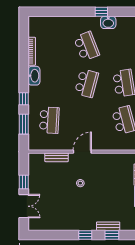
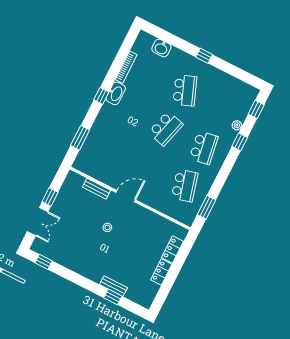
window: (101, 12) -> (204, 56), moved
washbasin: (108, 22) -> (161, 48), moved
window: (24, 99) -> (101, 96), moved
school desk: (49, 120) -> (108, 147), removed
window: (85, 235) -> (44, 262), moved

